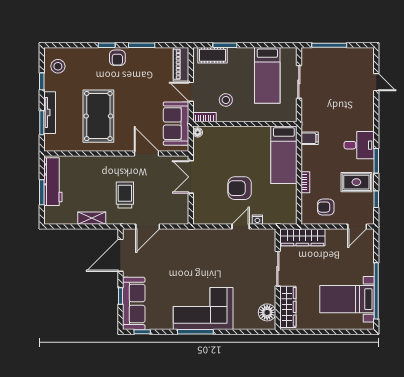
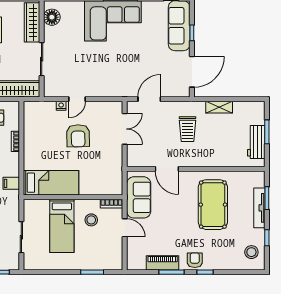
cot: (213, 55) -> (104, 263), removed
piano: (181, 64) -> (163, 263), moved, turned -90
bed: (267, 75) -> (62, 226), moved, turned 180
floor lamp: (198, 132) -> (118, 189), removed
bed: (284, 155) -> (51, 183), moved, turned 90
double door: (191, 177) -> (125, 129), moved
workbench: (53, 182) -> (256, 142), width x0.73
armchair: (240, 188) -> (78, 136), turned 89
door: (148, 226) -> (149, 99), moved

